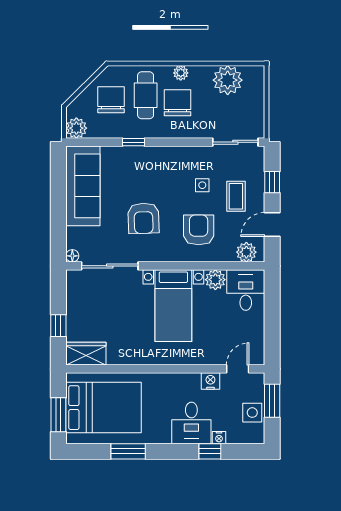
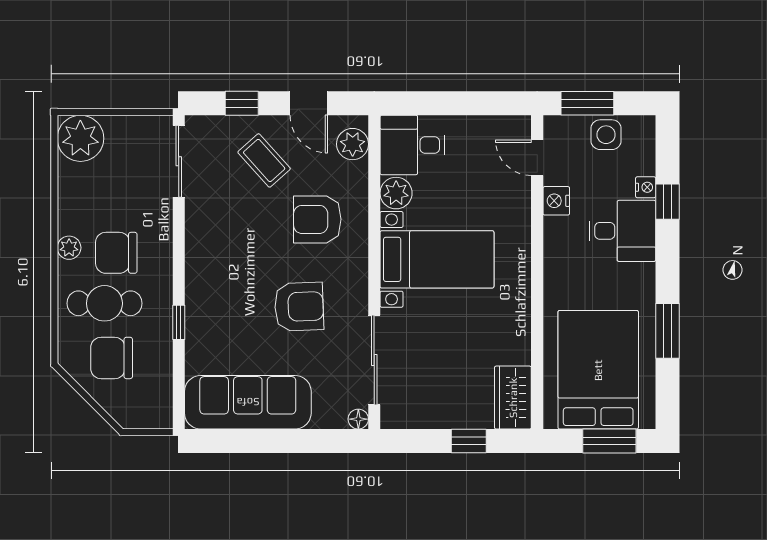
plant: (228, 80) -> (80, 138), moved
plant: (76, 128) -> (156, 413), removed
side table: (202, 185) -> (247, 214), removed
coffee table: (236, 196) -> (264, 160), turned 48

